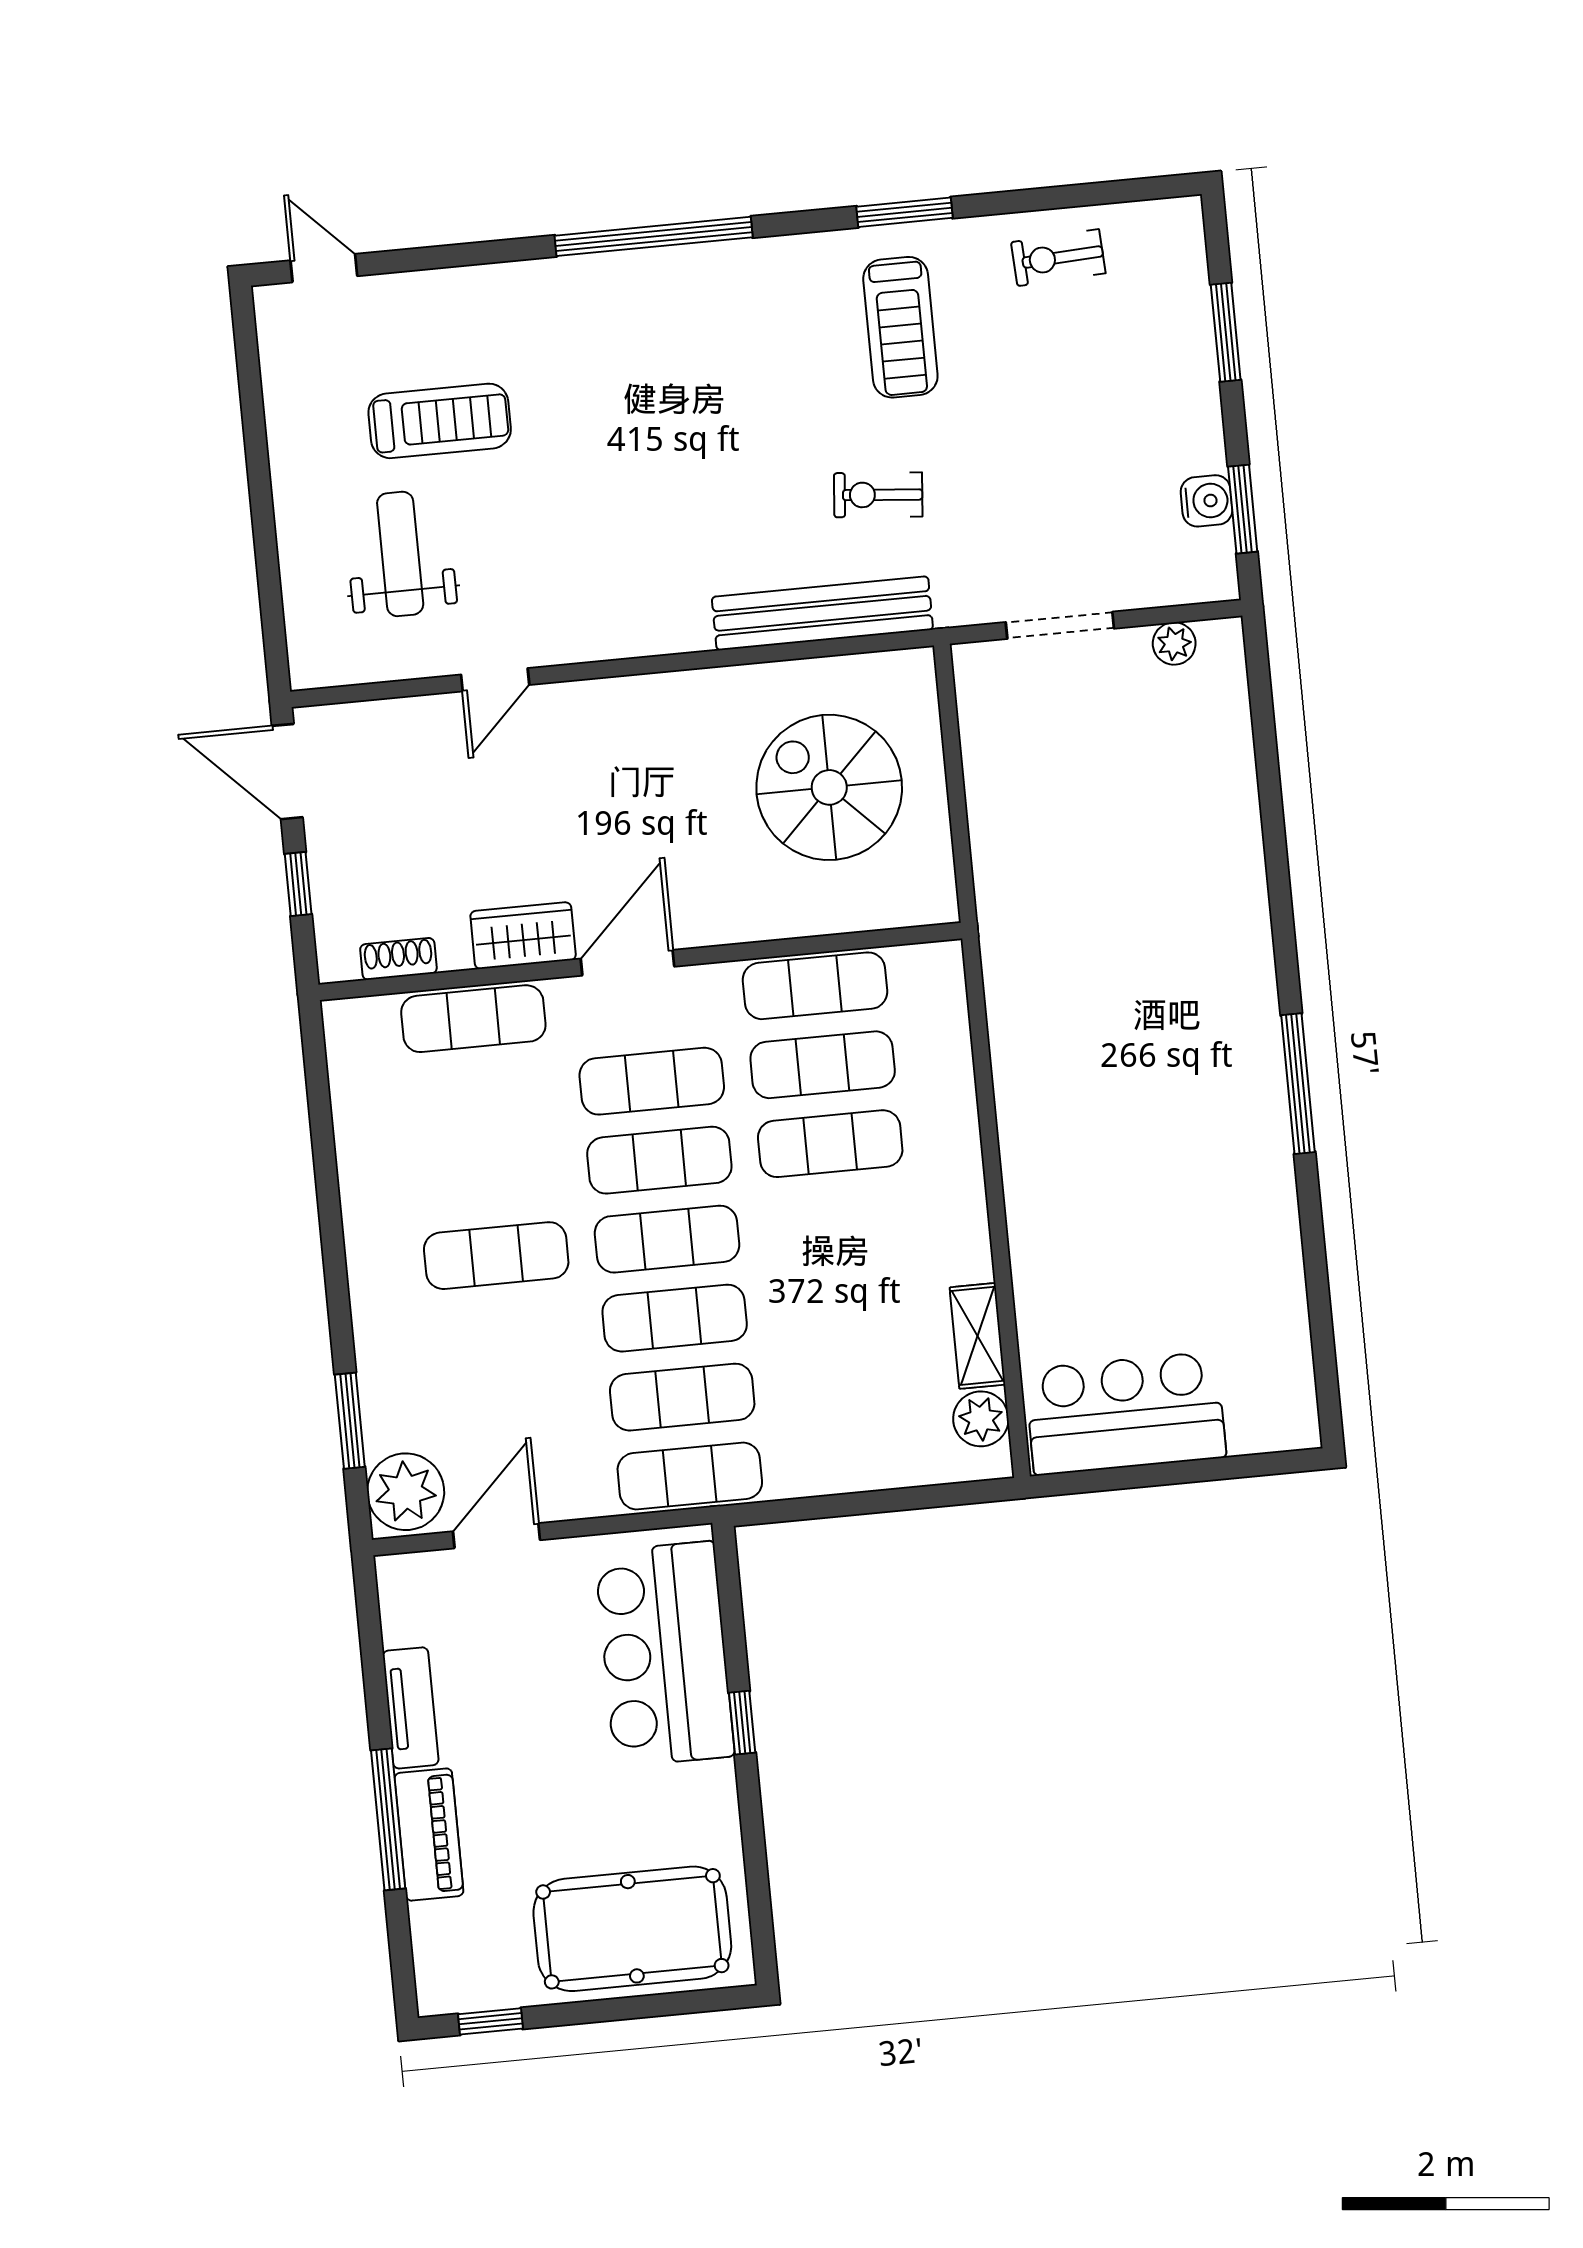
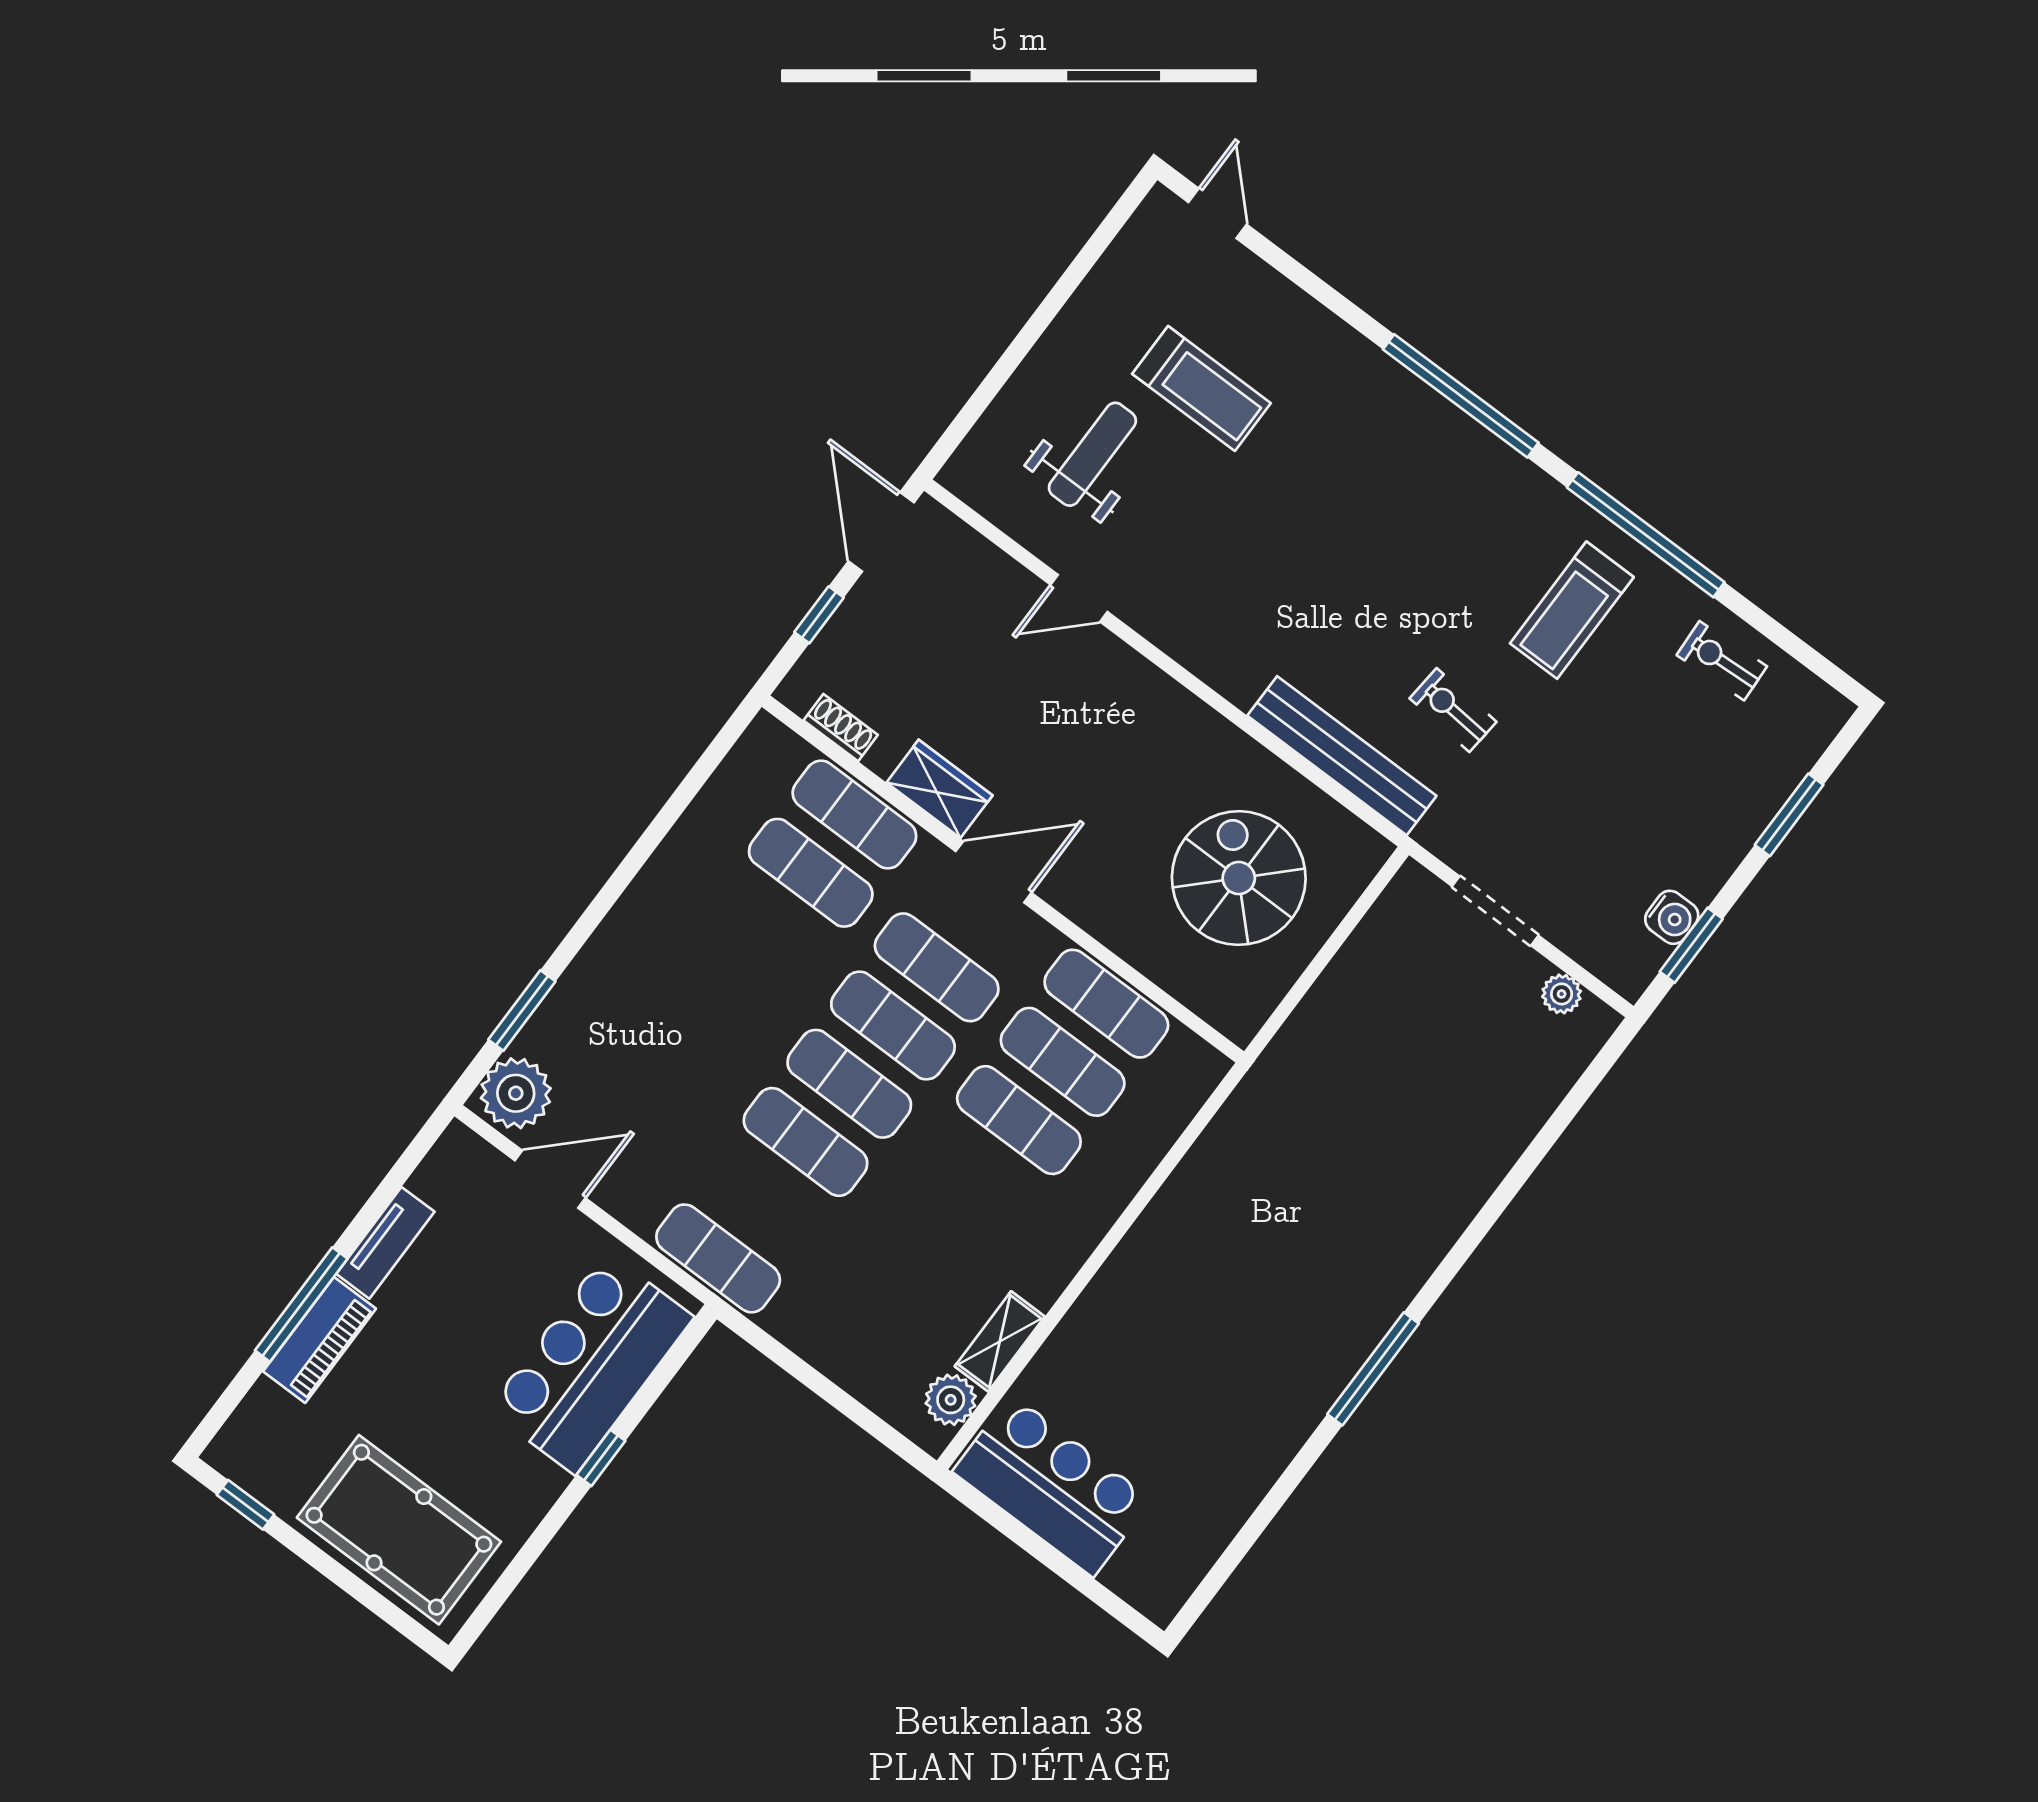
window: (905, 212) -> (1646, 535), width x2.11
exercise mat: (496, 1256) -> (811, 873), moved
exercise mat: (682, 1397) -> (762, 1200), removed

